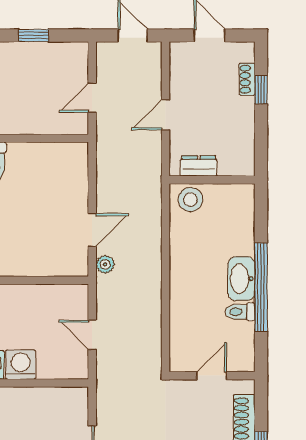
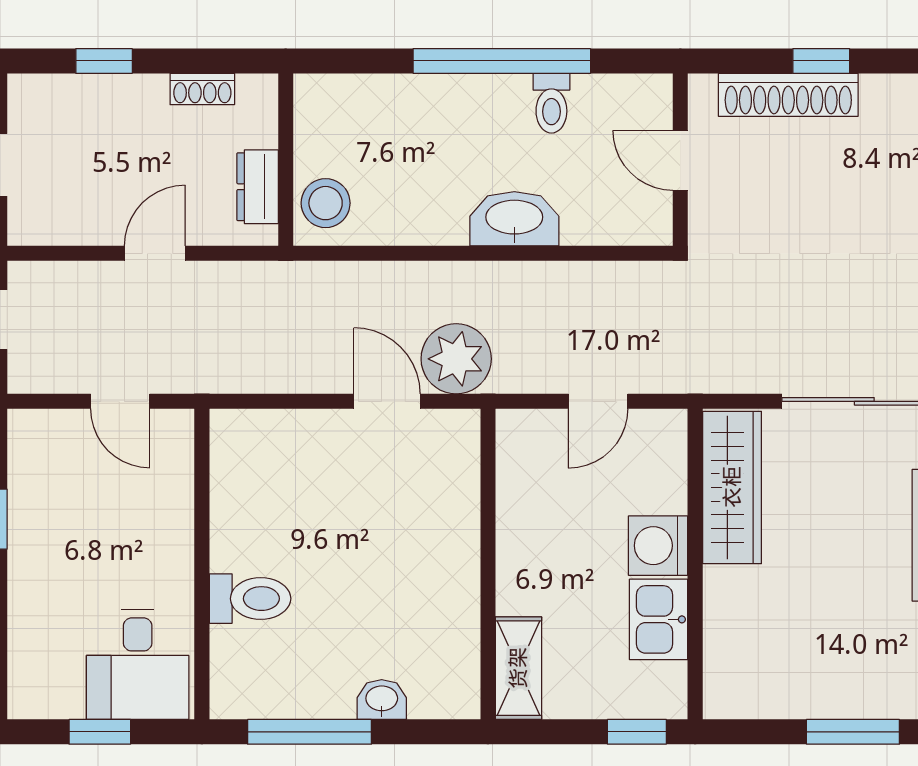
shoe rack: (247, 79) -> (202, 89), moved
door: (166, 115) -> (155, 253), swing flipped
plant: (105, 264) -> (456, 359), width x1.87, depth x1.87
washbasin: (241, 279) -> (514, 219), moved, turned 180
wardrobe: (49, 401) -> (732, 487), added

